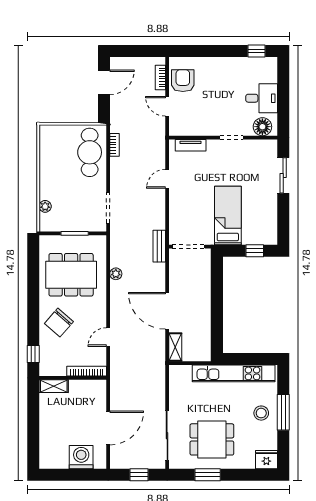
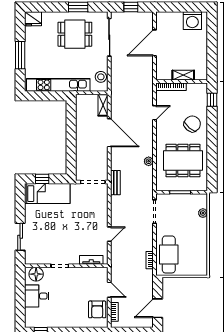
bed: (228, 216) -> (47, 194), moved, turned -90
shelving: (54, 386) -> (183, 75), moved
stool: (261, 413) -> (101, 77), moved
washing machine: (81, 457) -> (192, 21), moved

